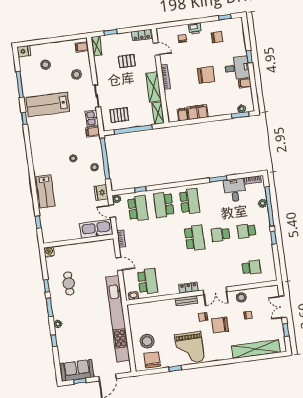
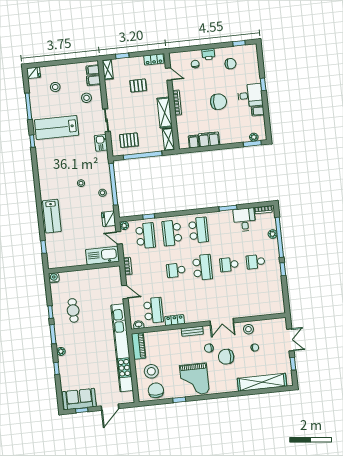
filing cabinet: (93, 132) -> (94, 80), moved
school desk: (251, 267) -> (176, 270), moved, turned 180
locker: (188, 288) -> (175, 320), moved
double door: (283, 307) -> (290, 340), swing flipped
piano: (134, 317) -> (139, 346), added

